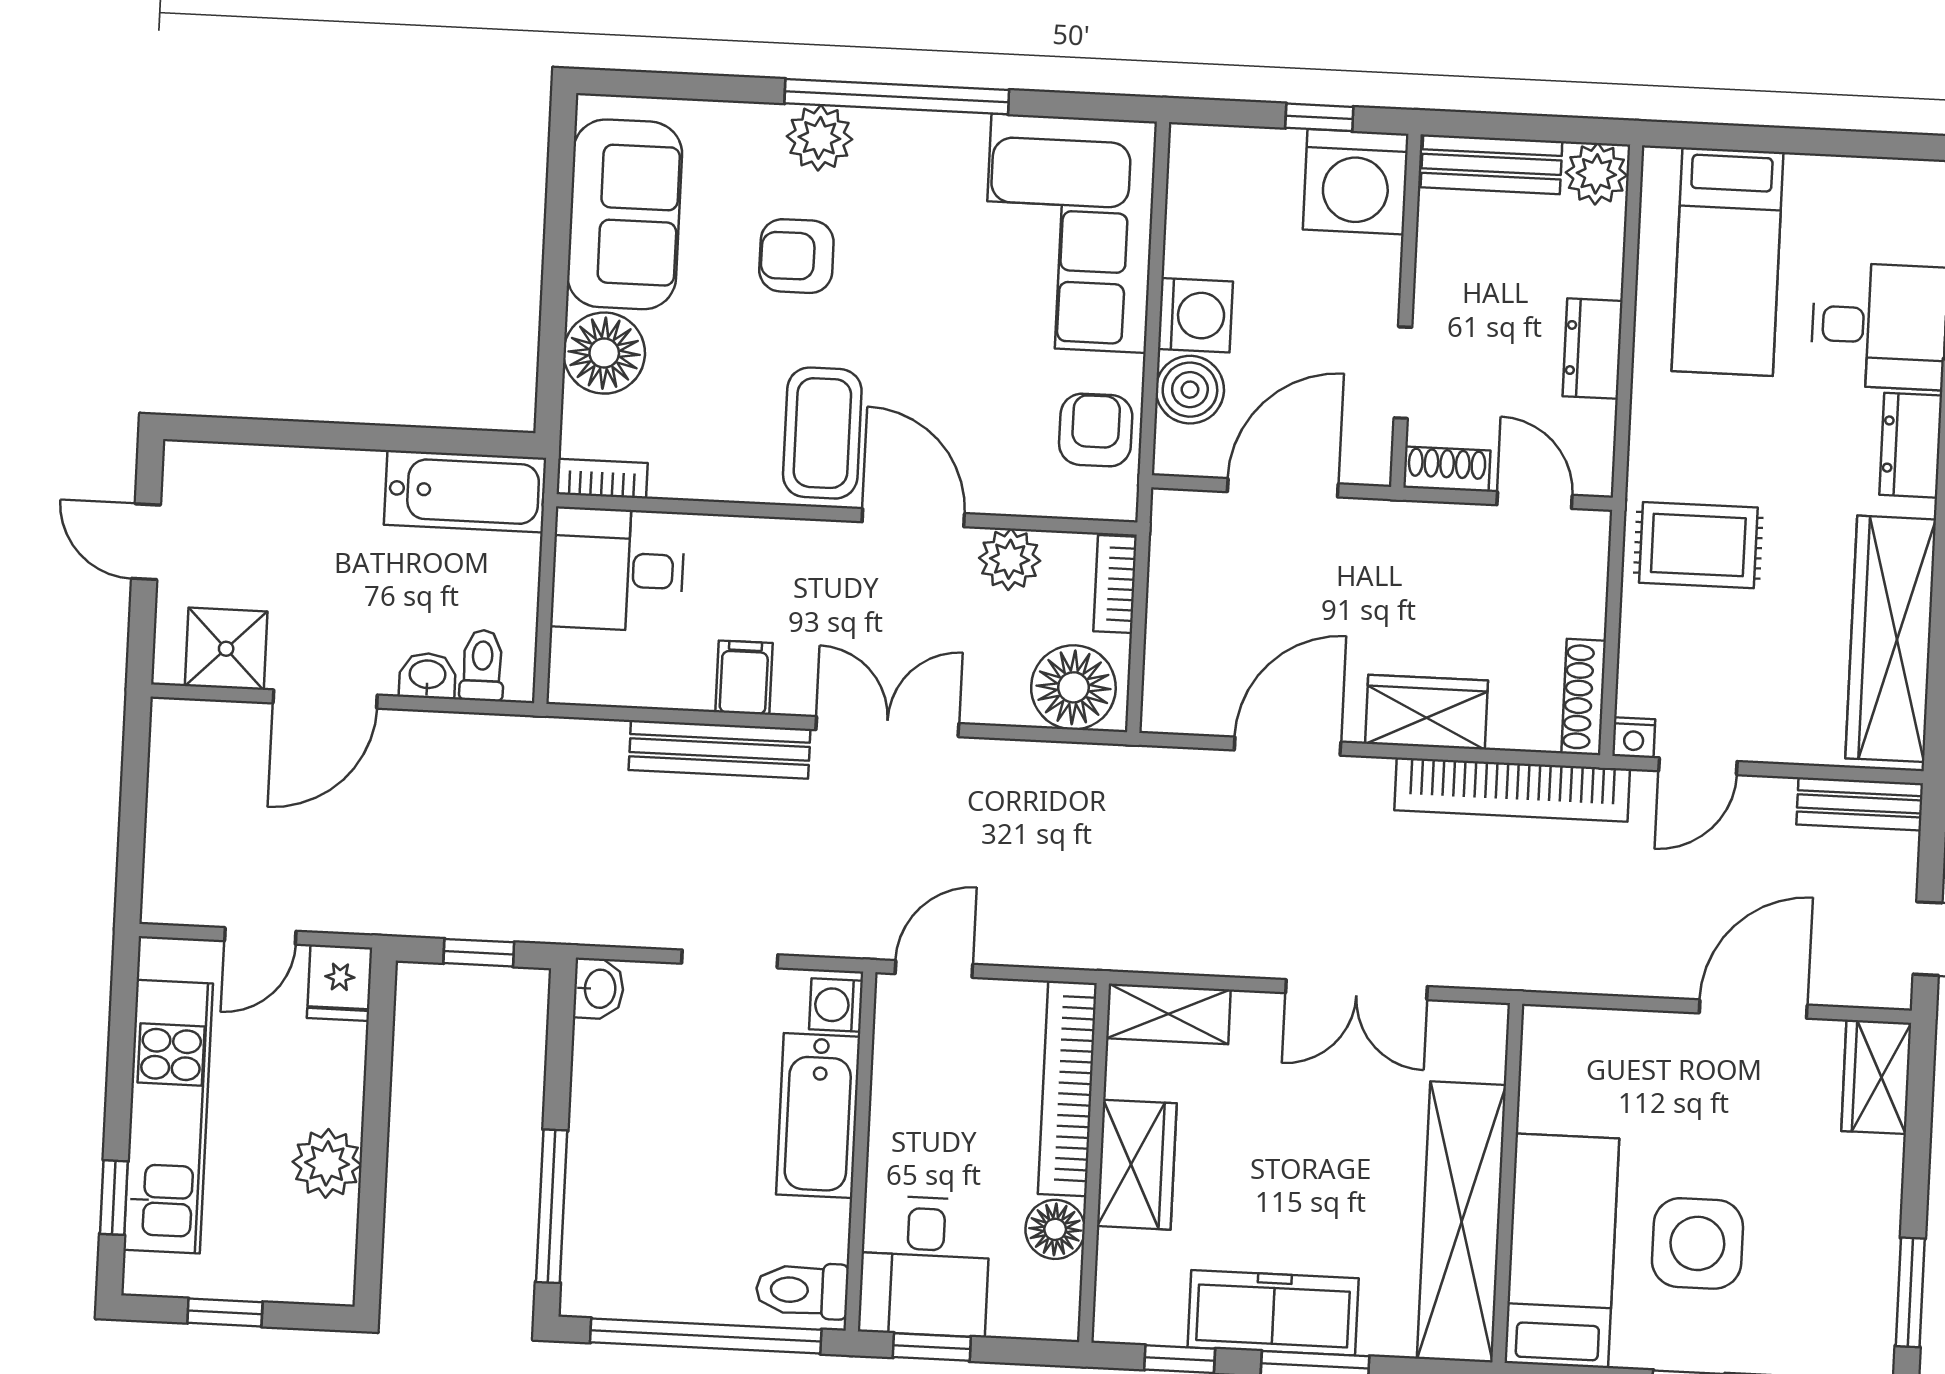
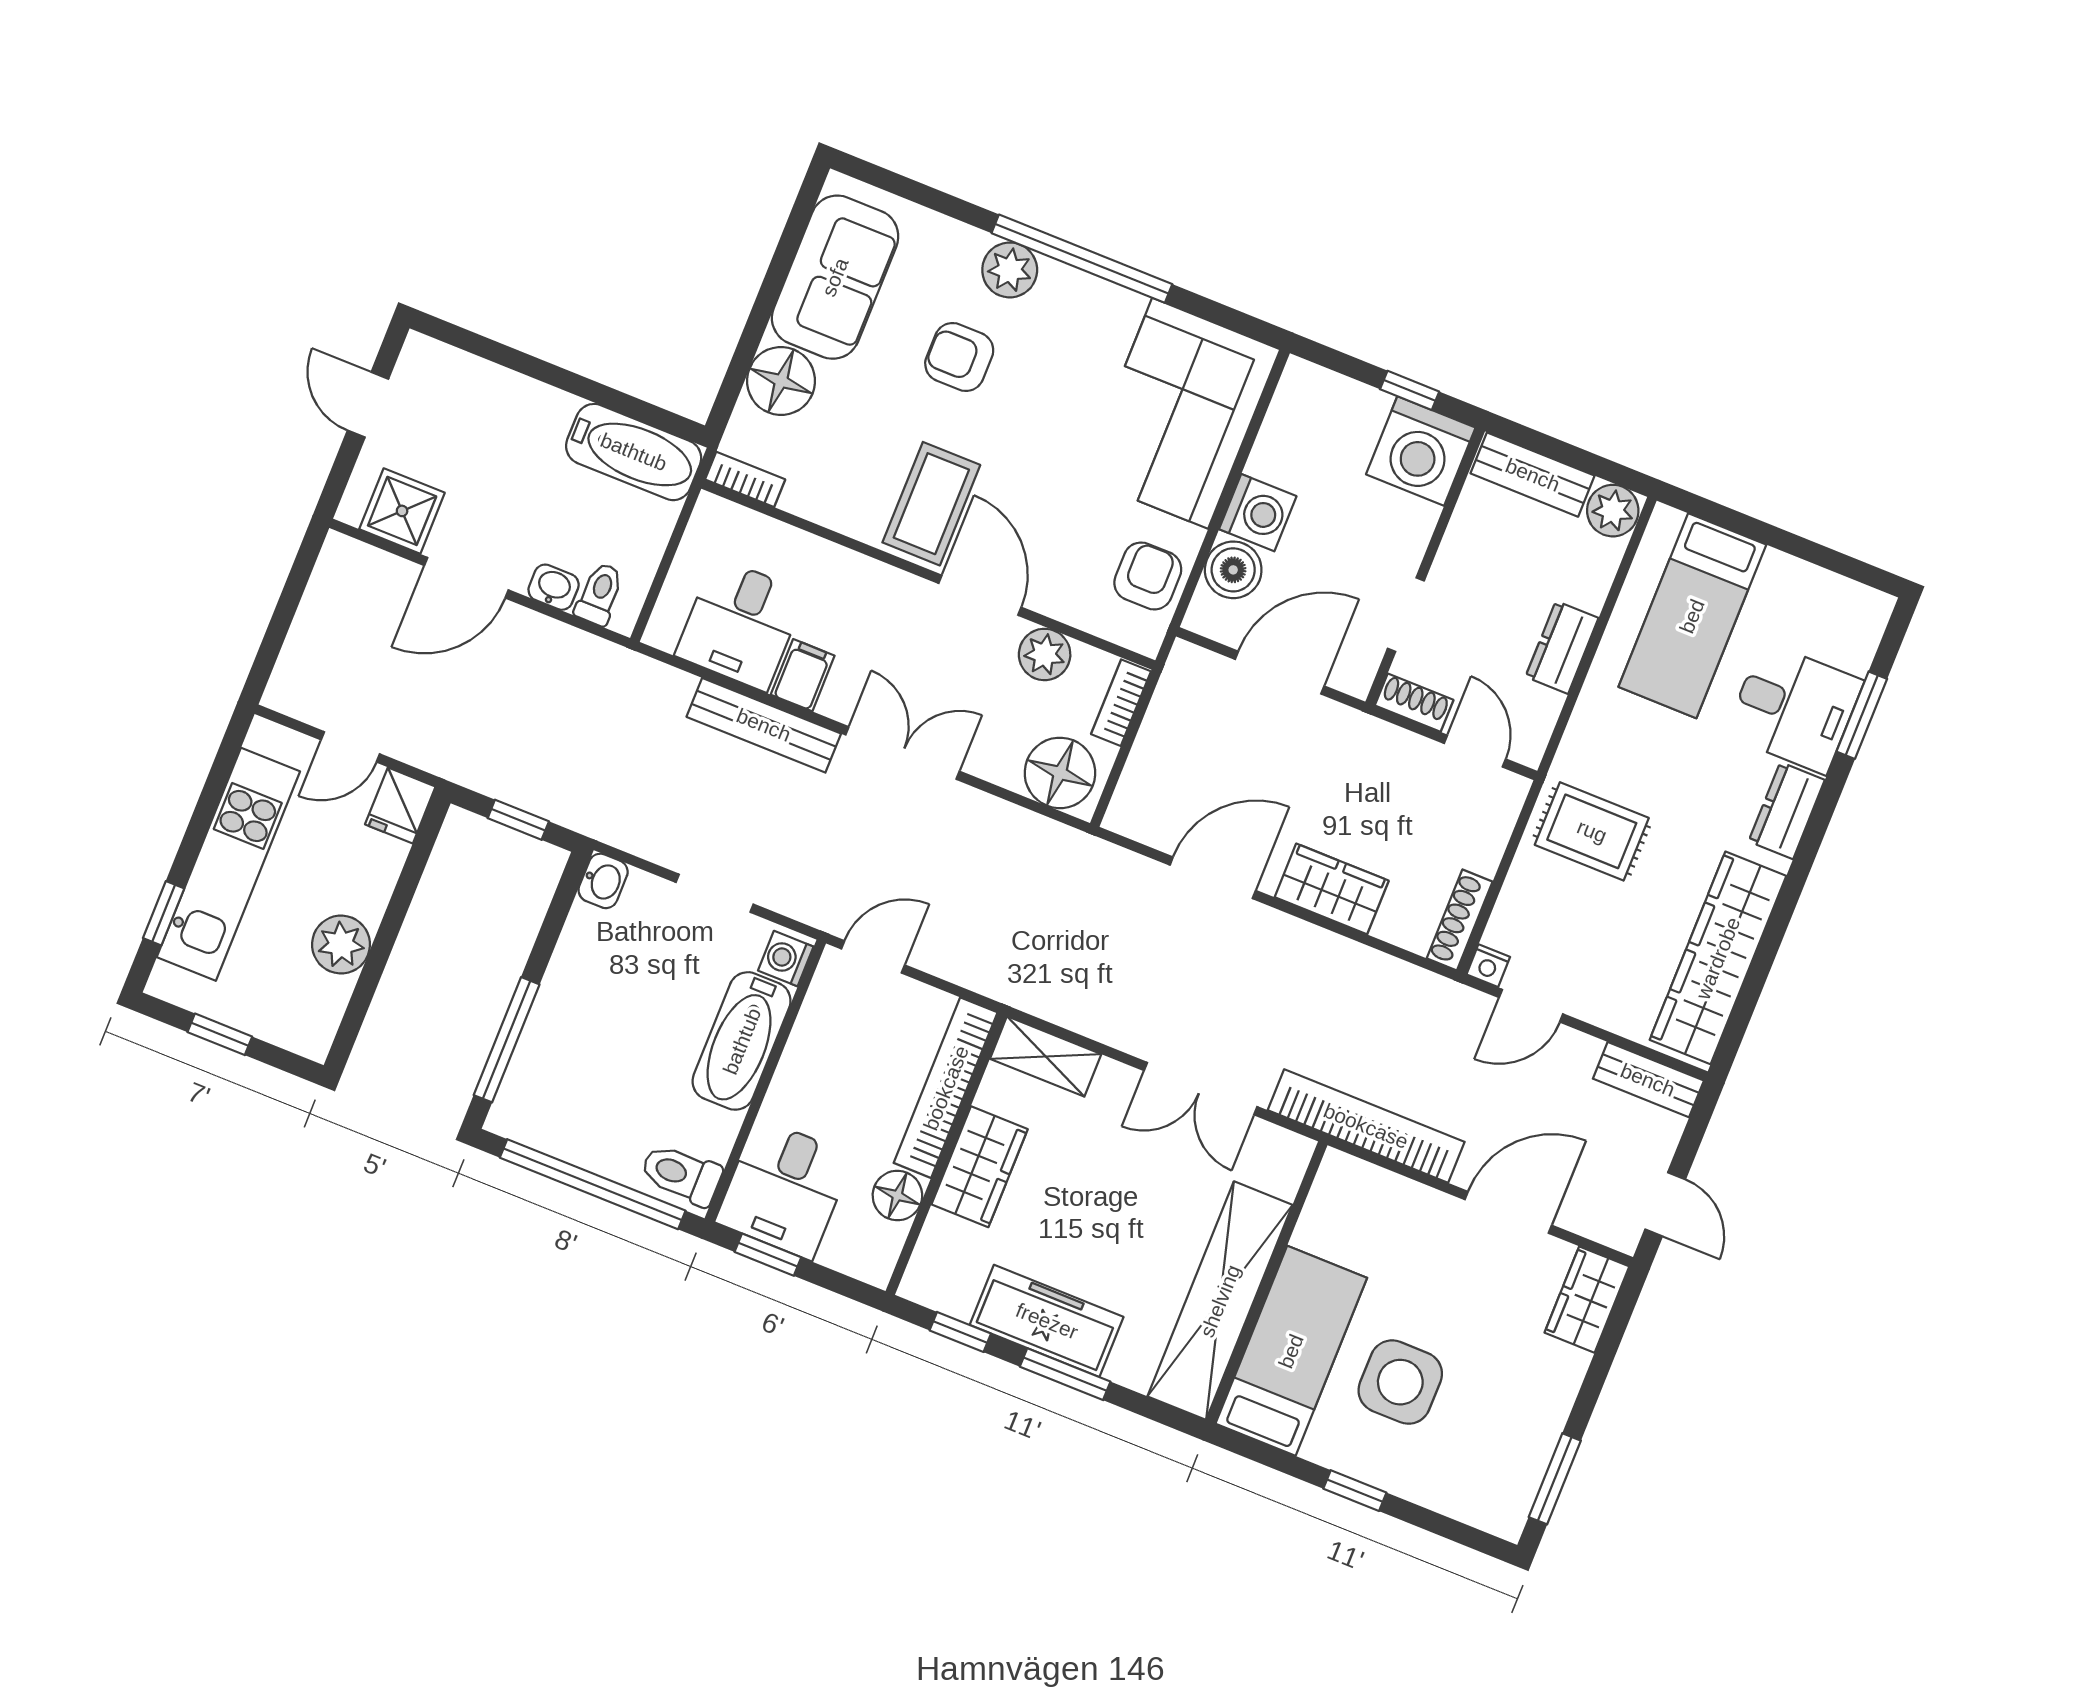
desk: (618, 570) -> (741, 624), moved, turned -90
bookcase: (1512, 790) -> (1366, 1126), moved, turned 180

